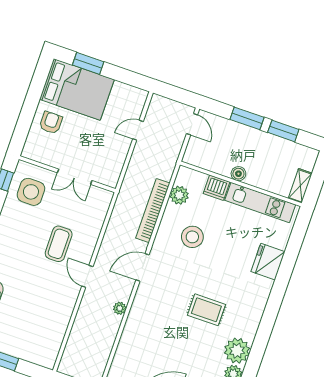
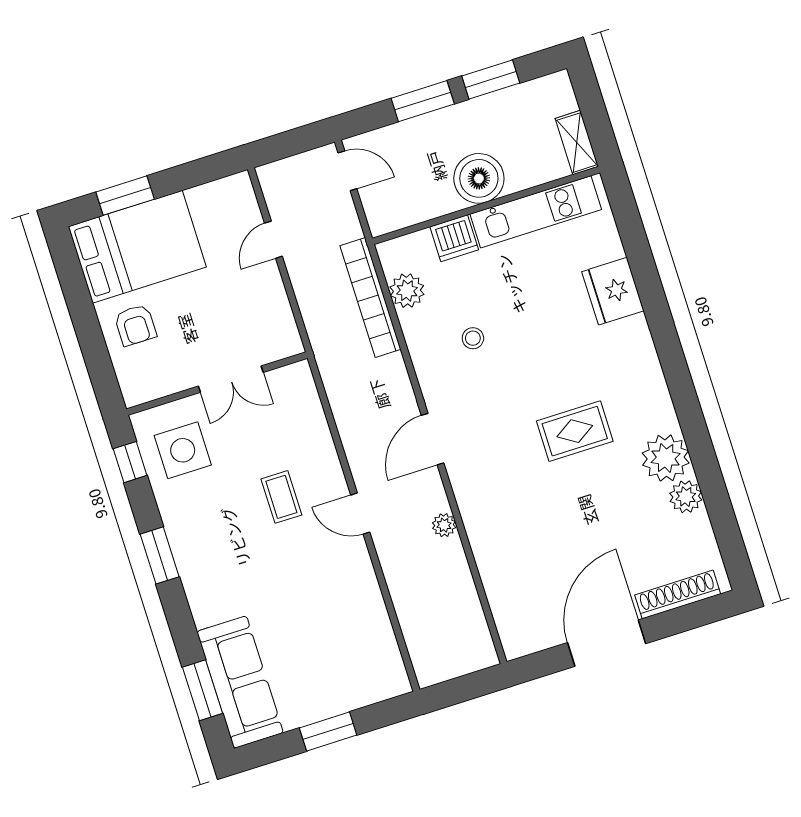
armchair: (51, 123) -> (135, 325), turned 180
boiler: (238, 174) -> (479, 178), width x1.86, depth x1.86
bookcase: (153, 211) -> (370, 298), moved
stool: (192, 237) -> (473, 338), width x0.53, depth x0.53
coffee table: (59, 244) -> (281, 497), width x0.73, depth x0.77

